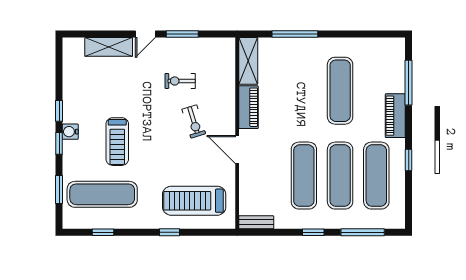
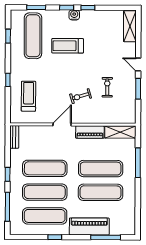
shelving: (109, 47) -> (130, 26), moved
exercise mat: (304, 91) -> (101, 169), added
piano: (395, 116) -> (89, 226), width x1.37, depth x1.33
treadmill: (194, 201) -> (29, 96), width x0.73, depth x0.73

